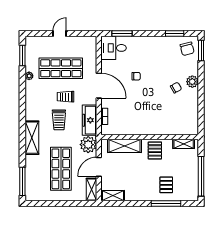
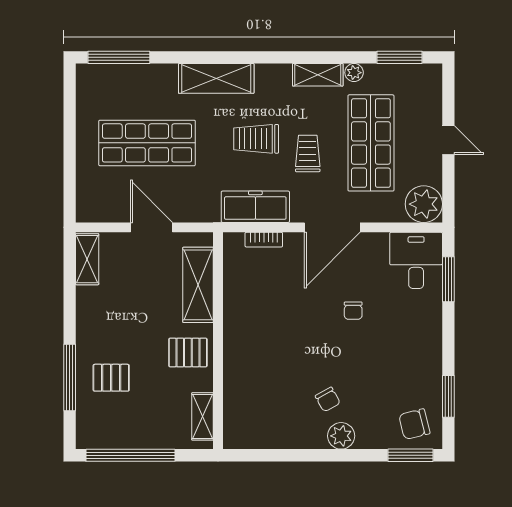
plant: (88, 145) -> (424, 204), moved
shelving: (91, 190) -> (318, 75), moved

